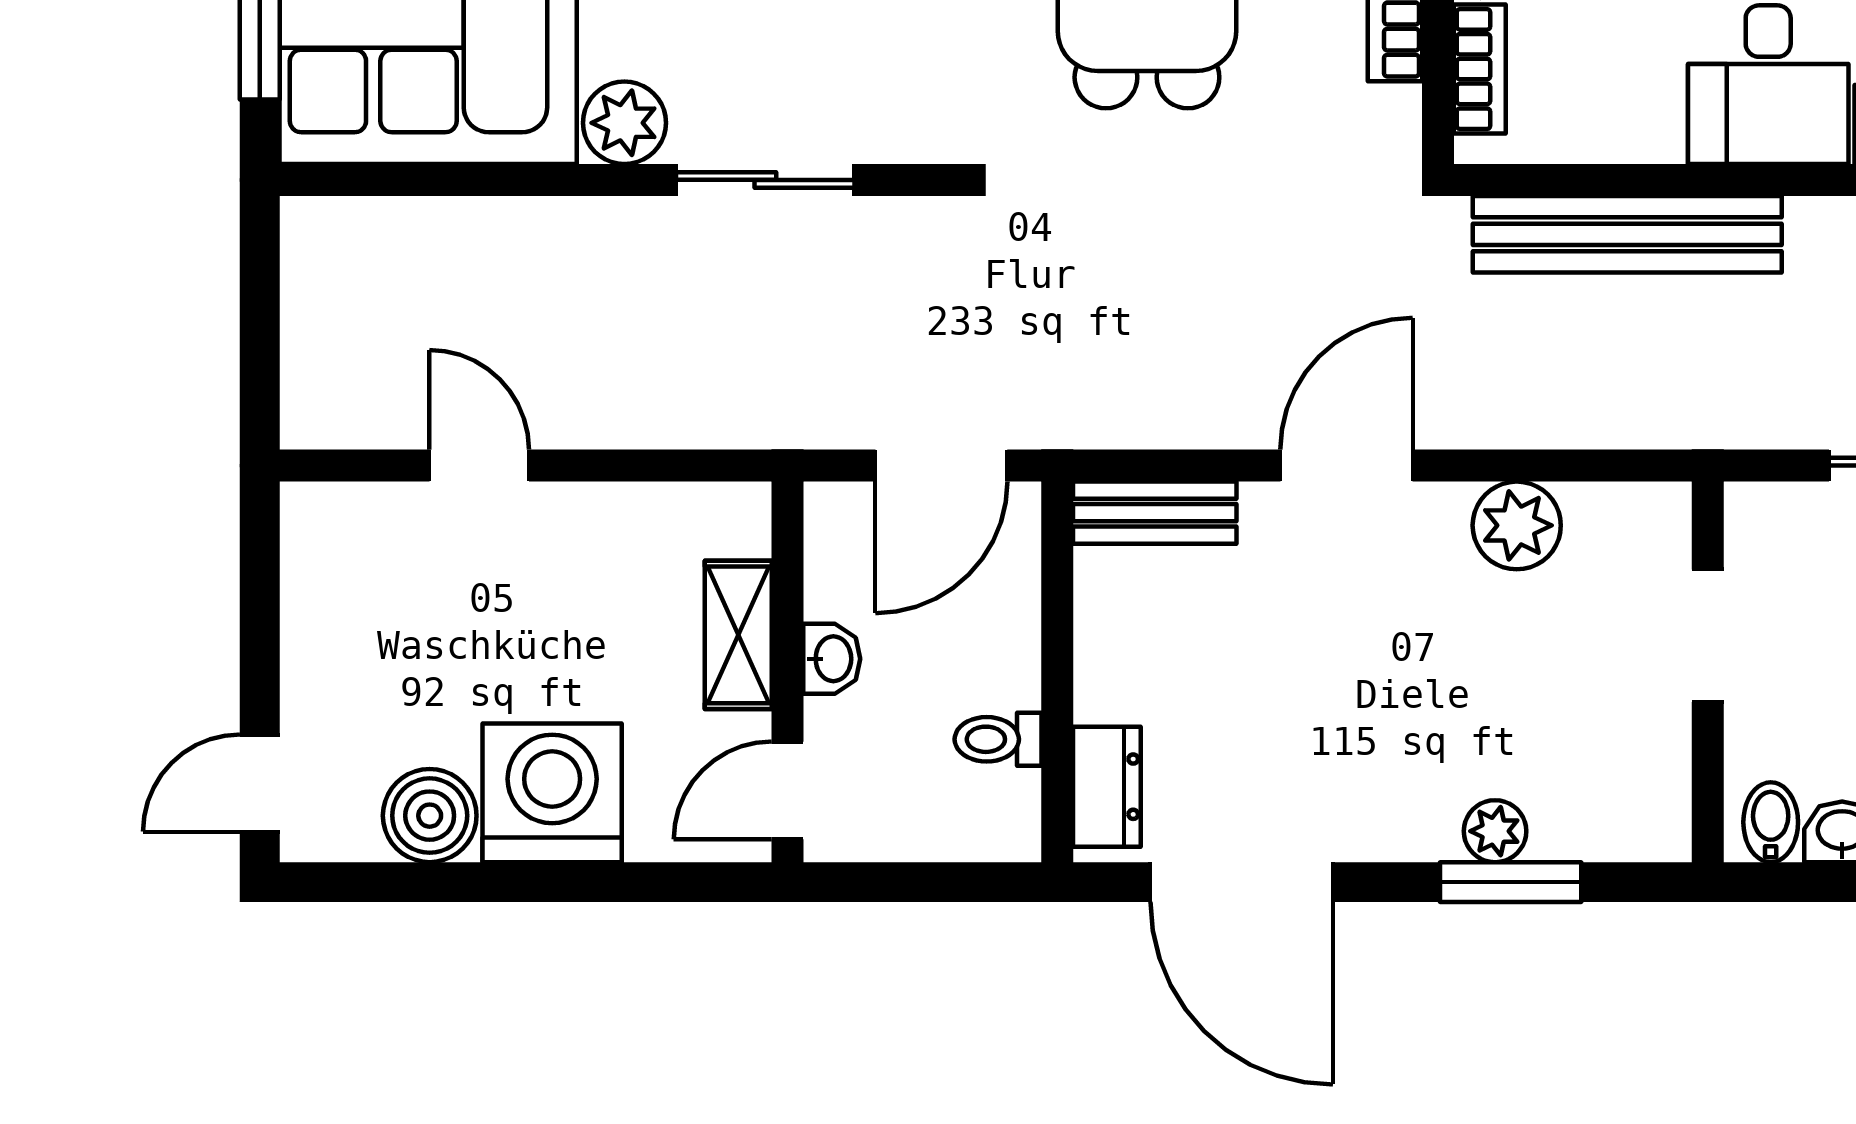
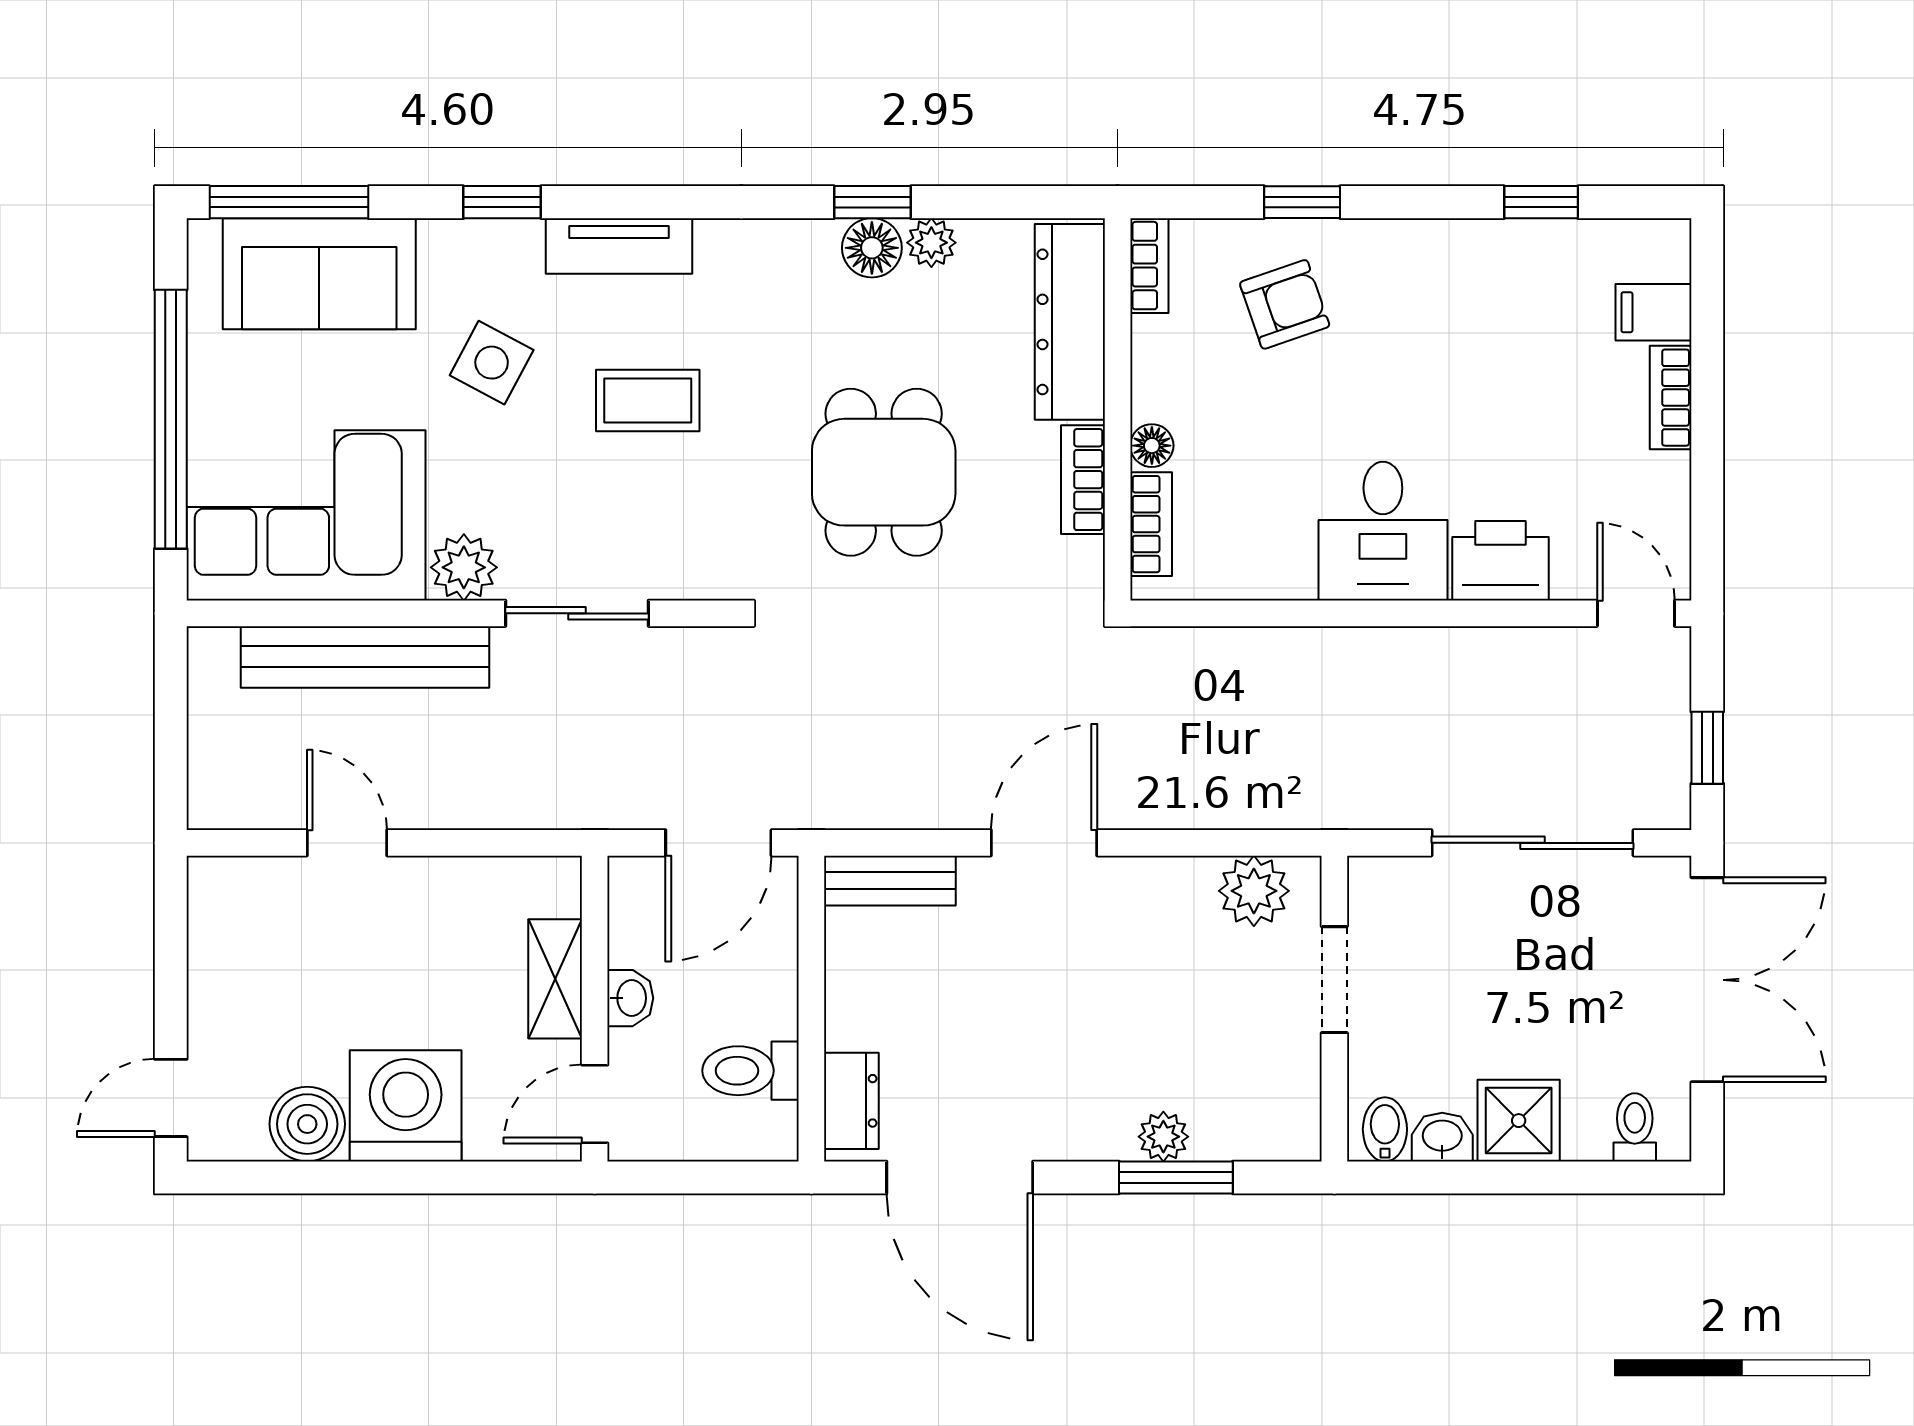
bench: (1627, 234) -> (365, 657), moved
plant: (1517, 525) -> (1254, 891), moved
toilet: (998, 739) -> (751, 1071), width x1.37, depth x1.39

